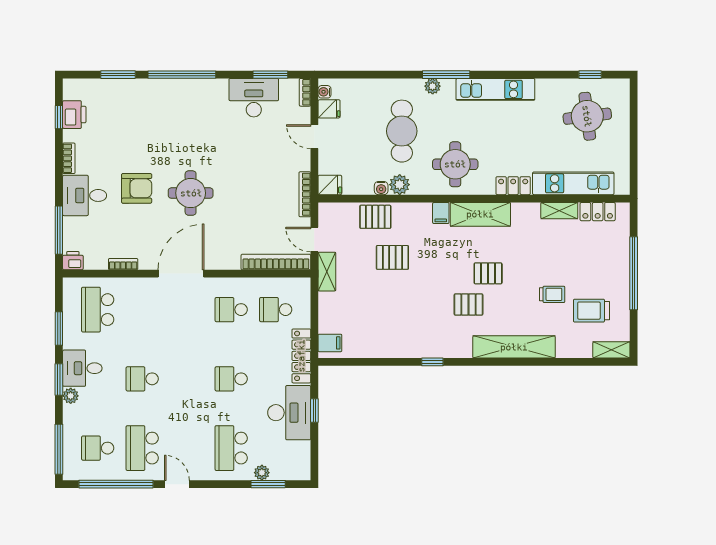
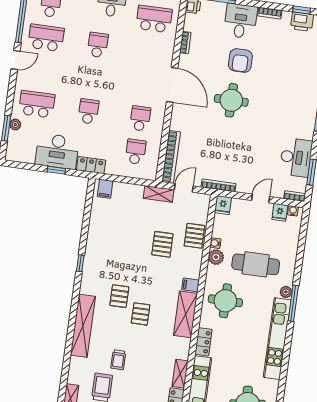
kitchen unit: (495, 89) -> (277, 339), width x1.36
locker: (301, 356) -> (91, 165), width x0.66

